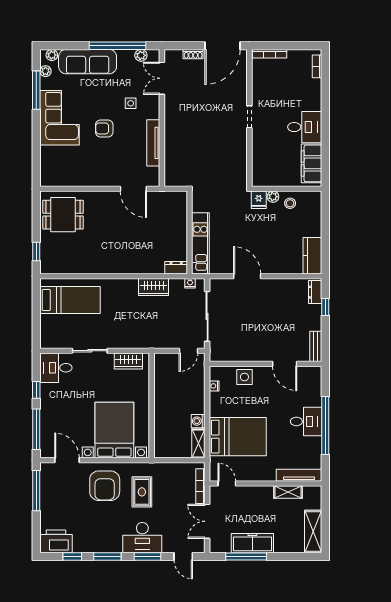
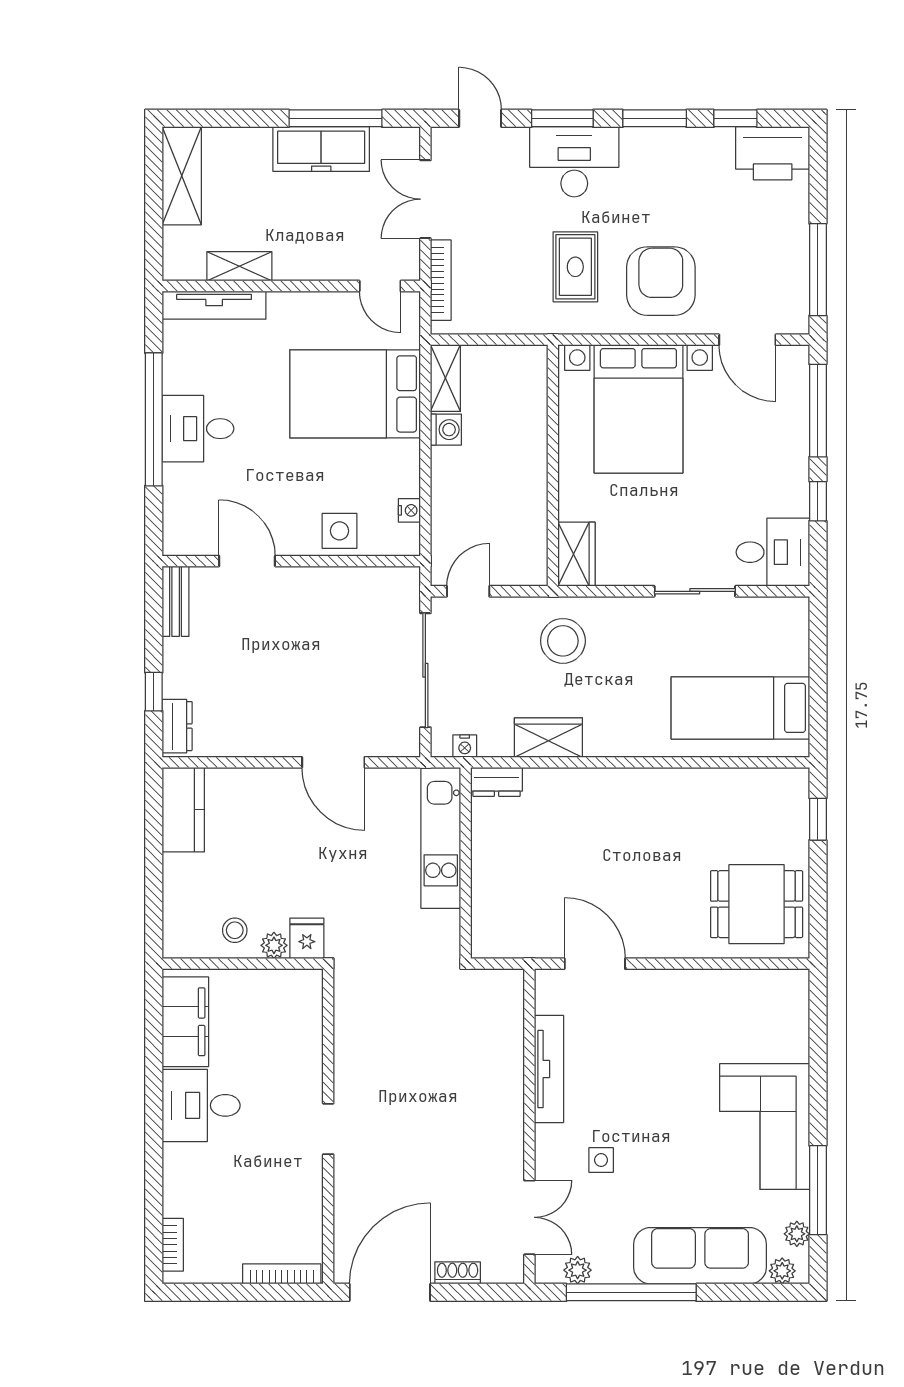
armchair: (104, 128) -> (662, 1102), removed
stool: (147, 329) -> (563, 641), added
wardrobe: (128, 361) -> (577, 554), moved, turned 90
double door: (207, 521) -> (425, 199), swing flipped

